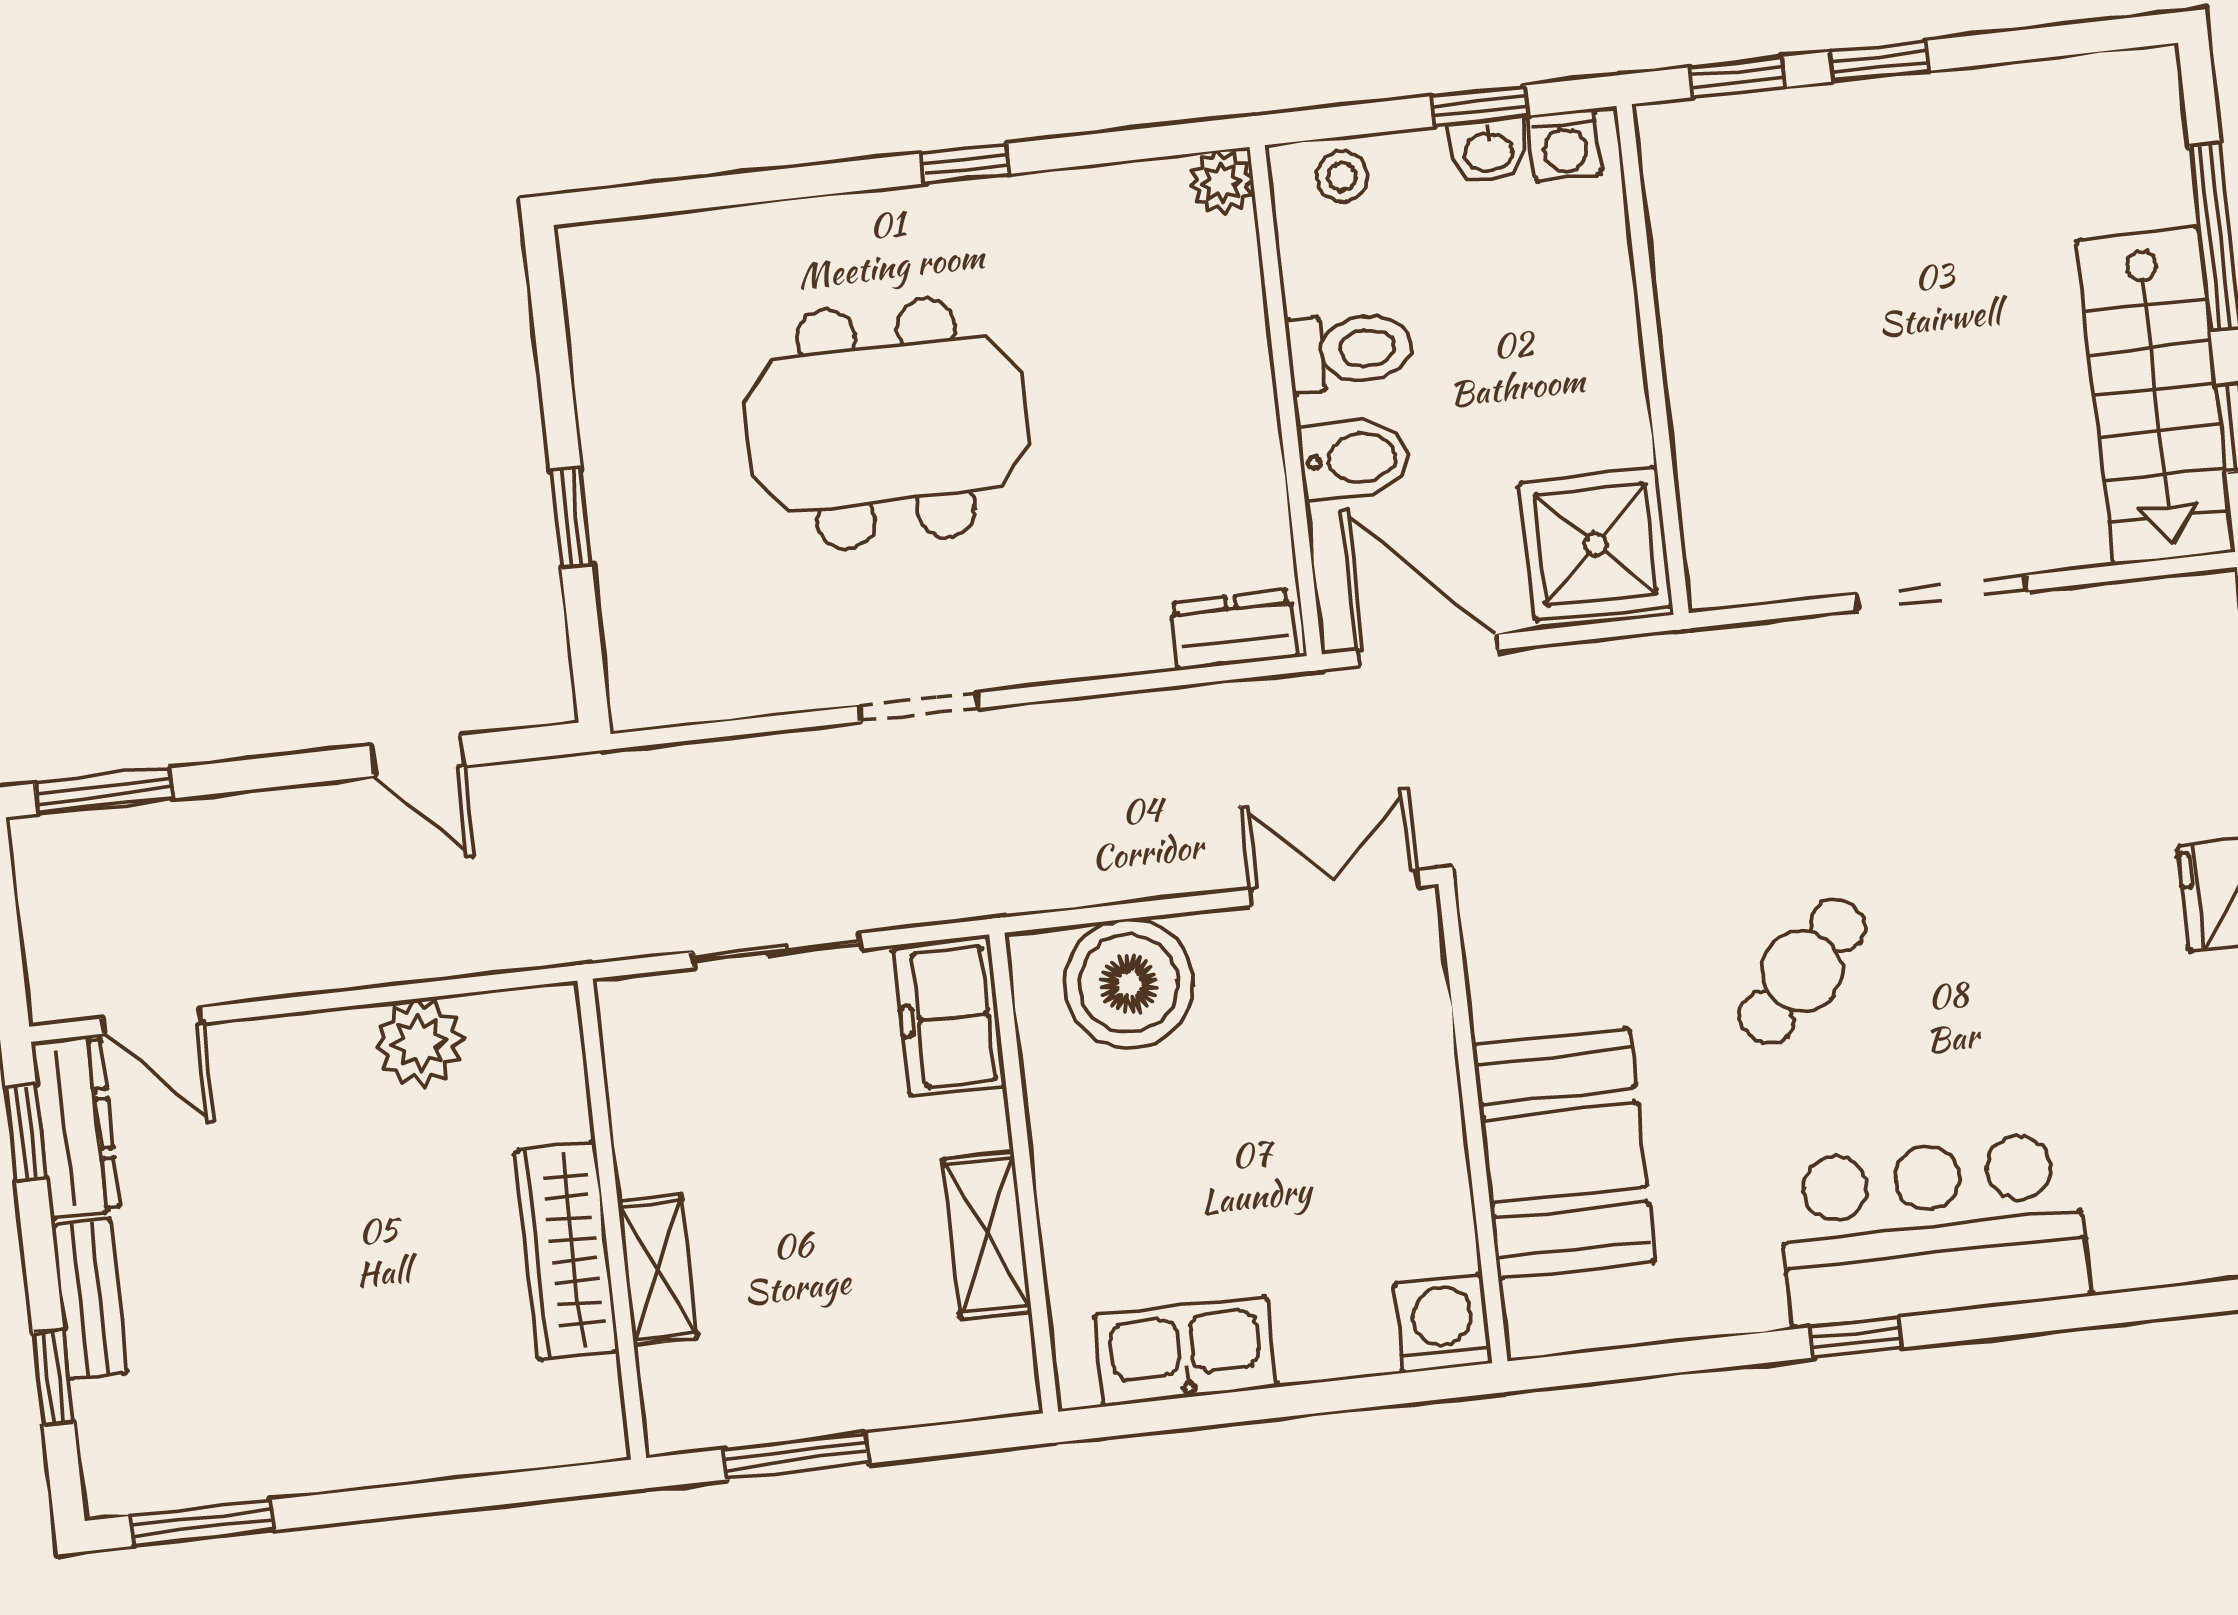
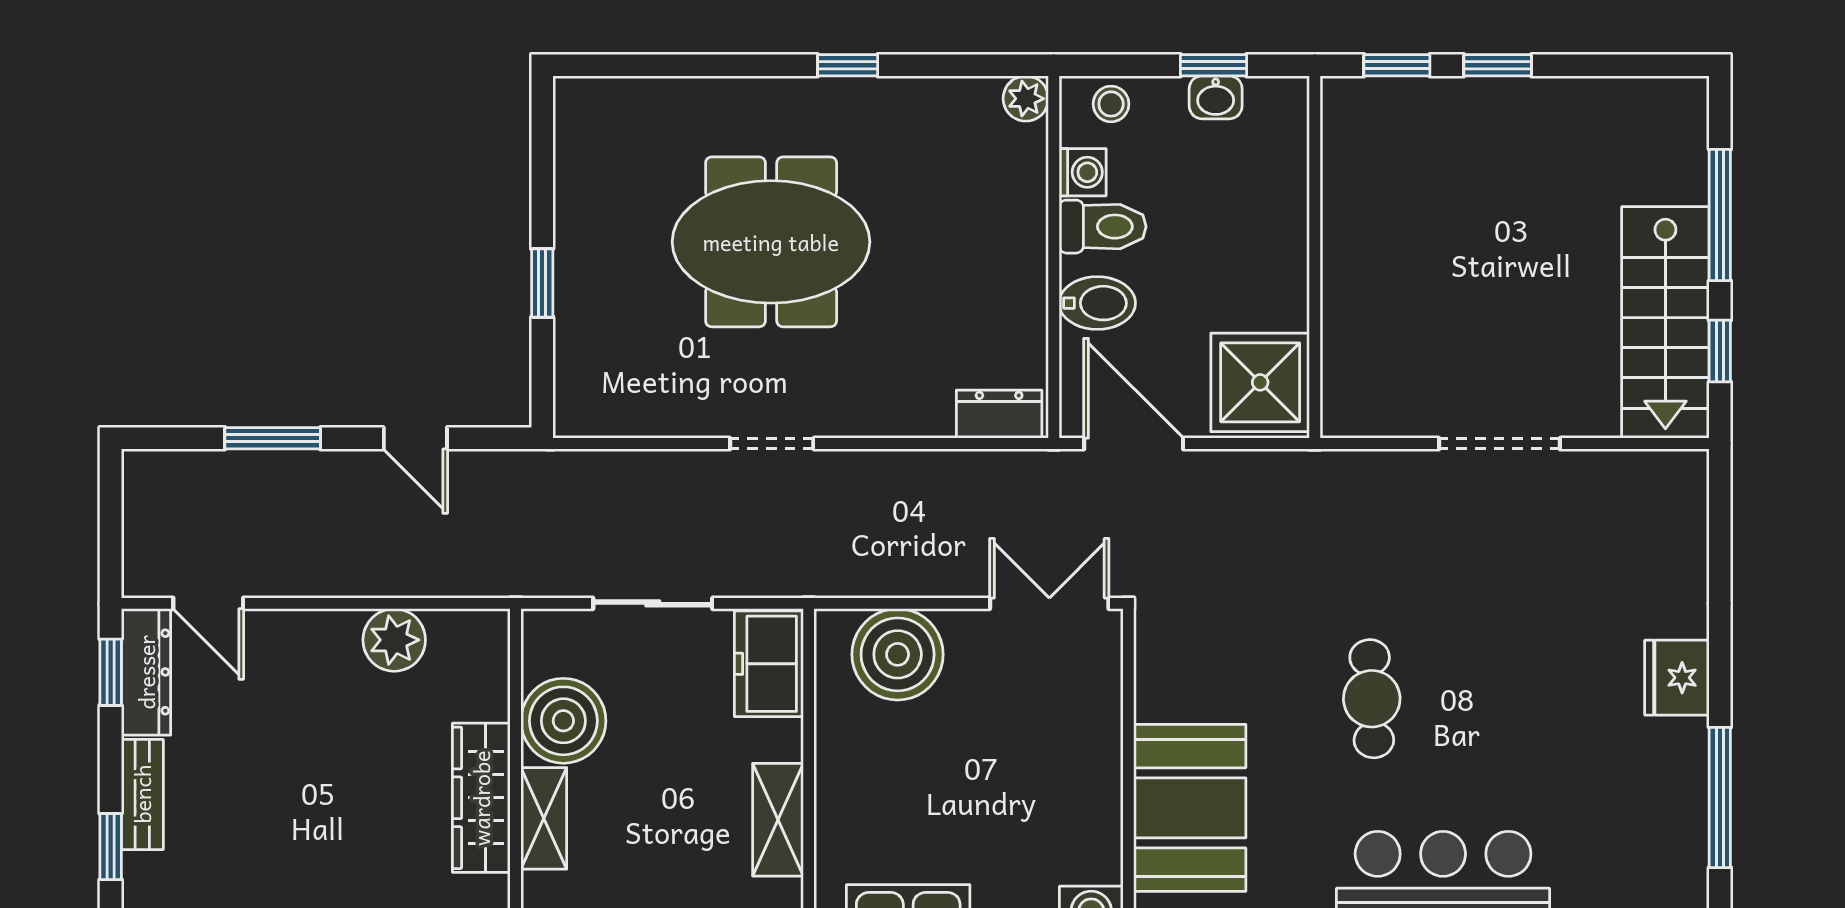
washing machine: (1565, 145) -> (1083, 172), moved, turned -90
window: (104, 791) -> (273, 438), moved
cafe table: (1802, 971) -> (1372, 699), turned -47
boiler: (670, 1130) -> (563, 721), added

